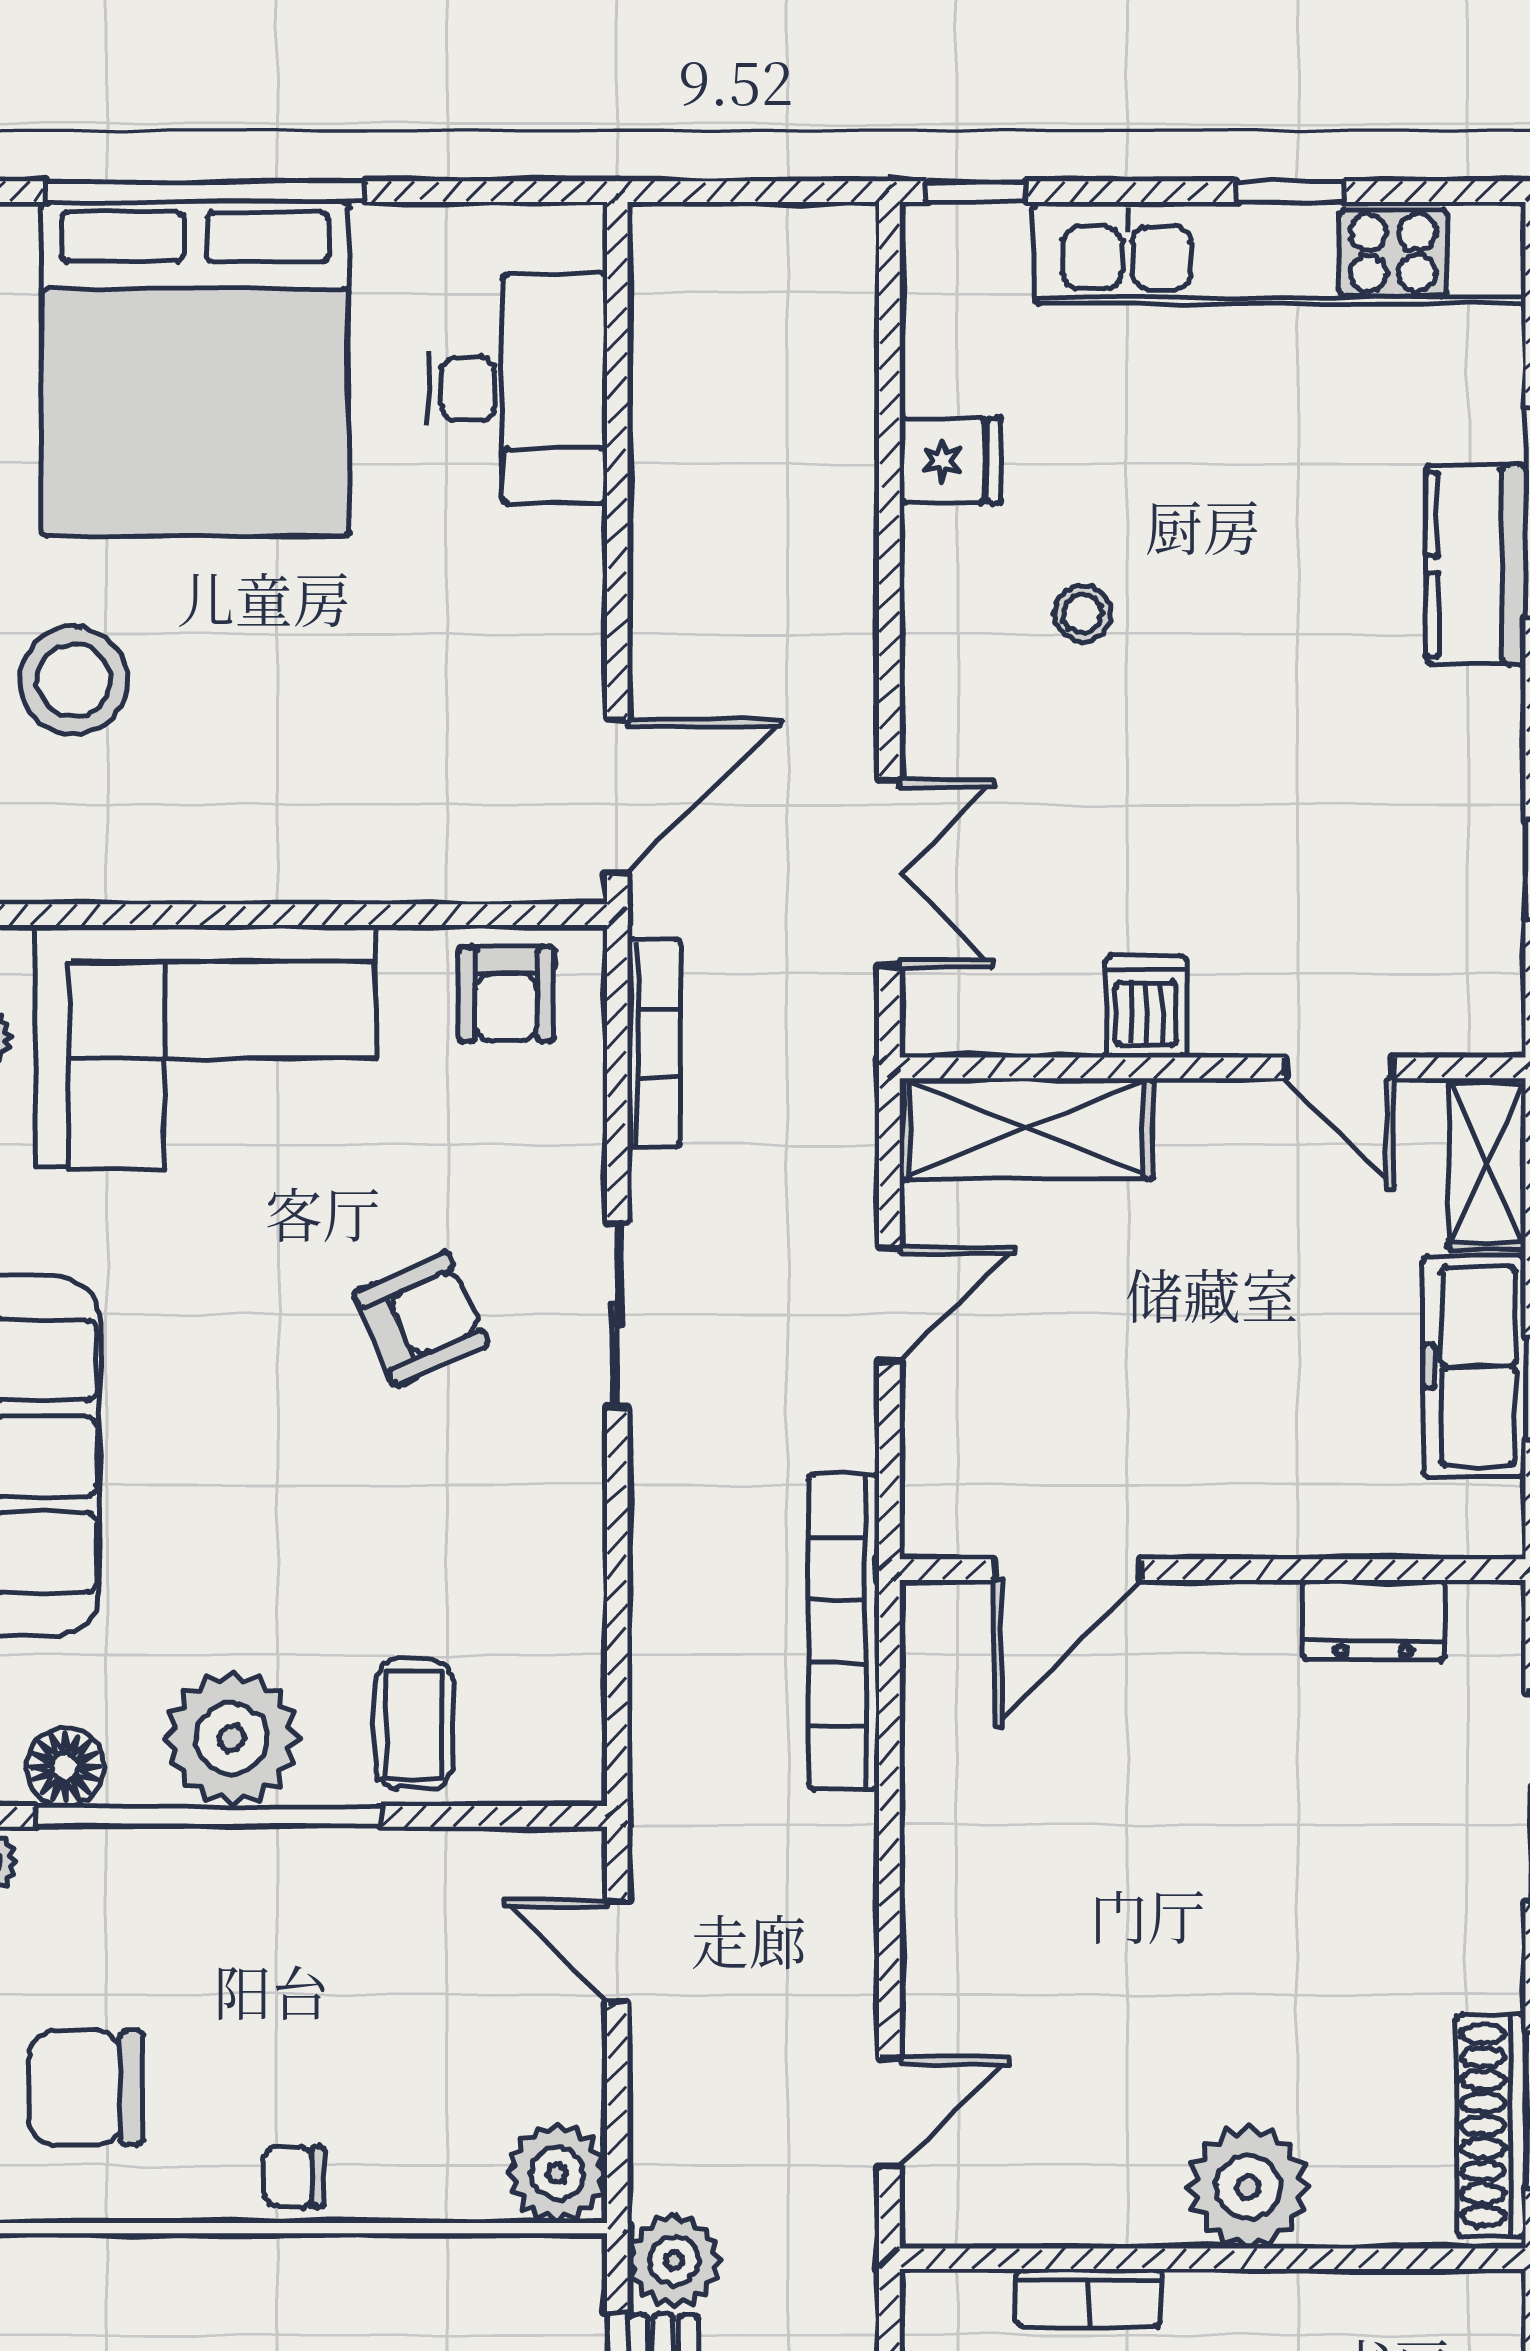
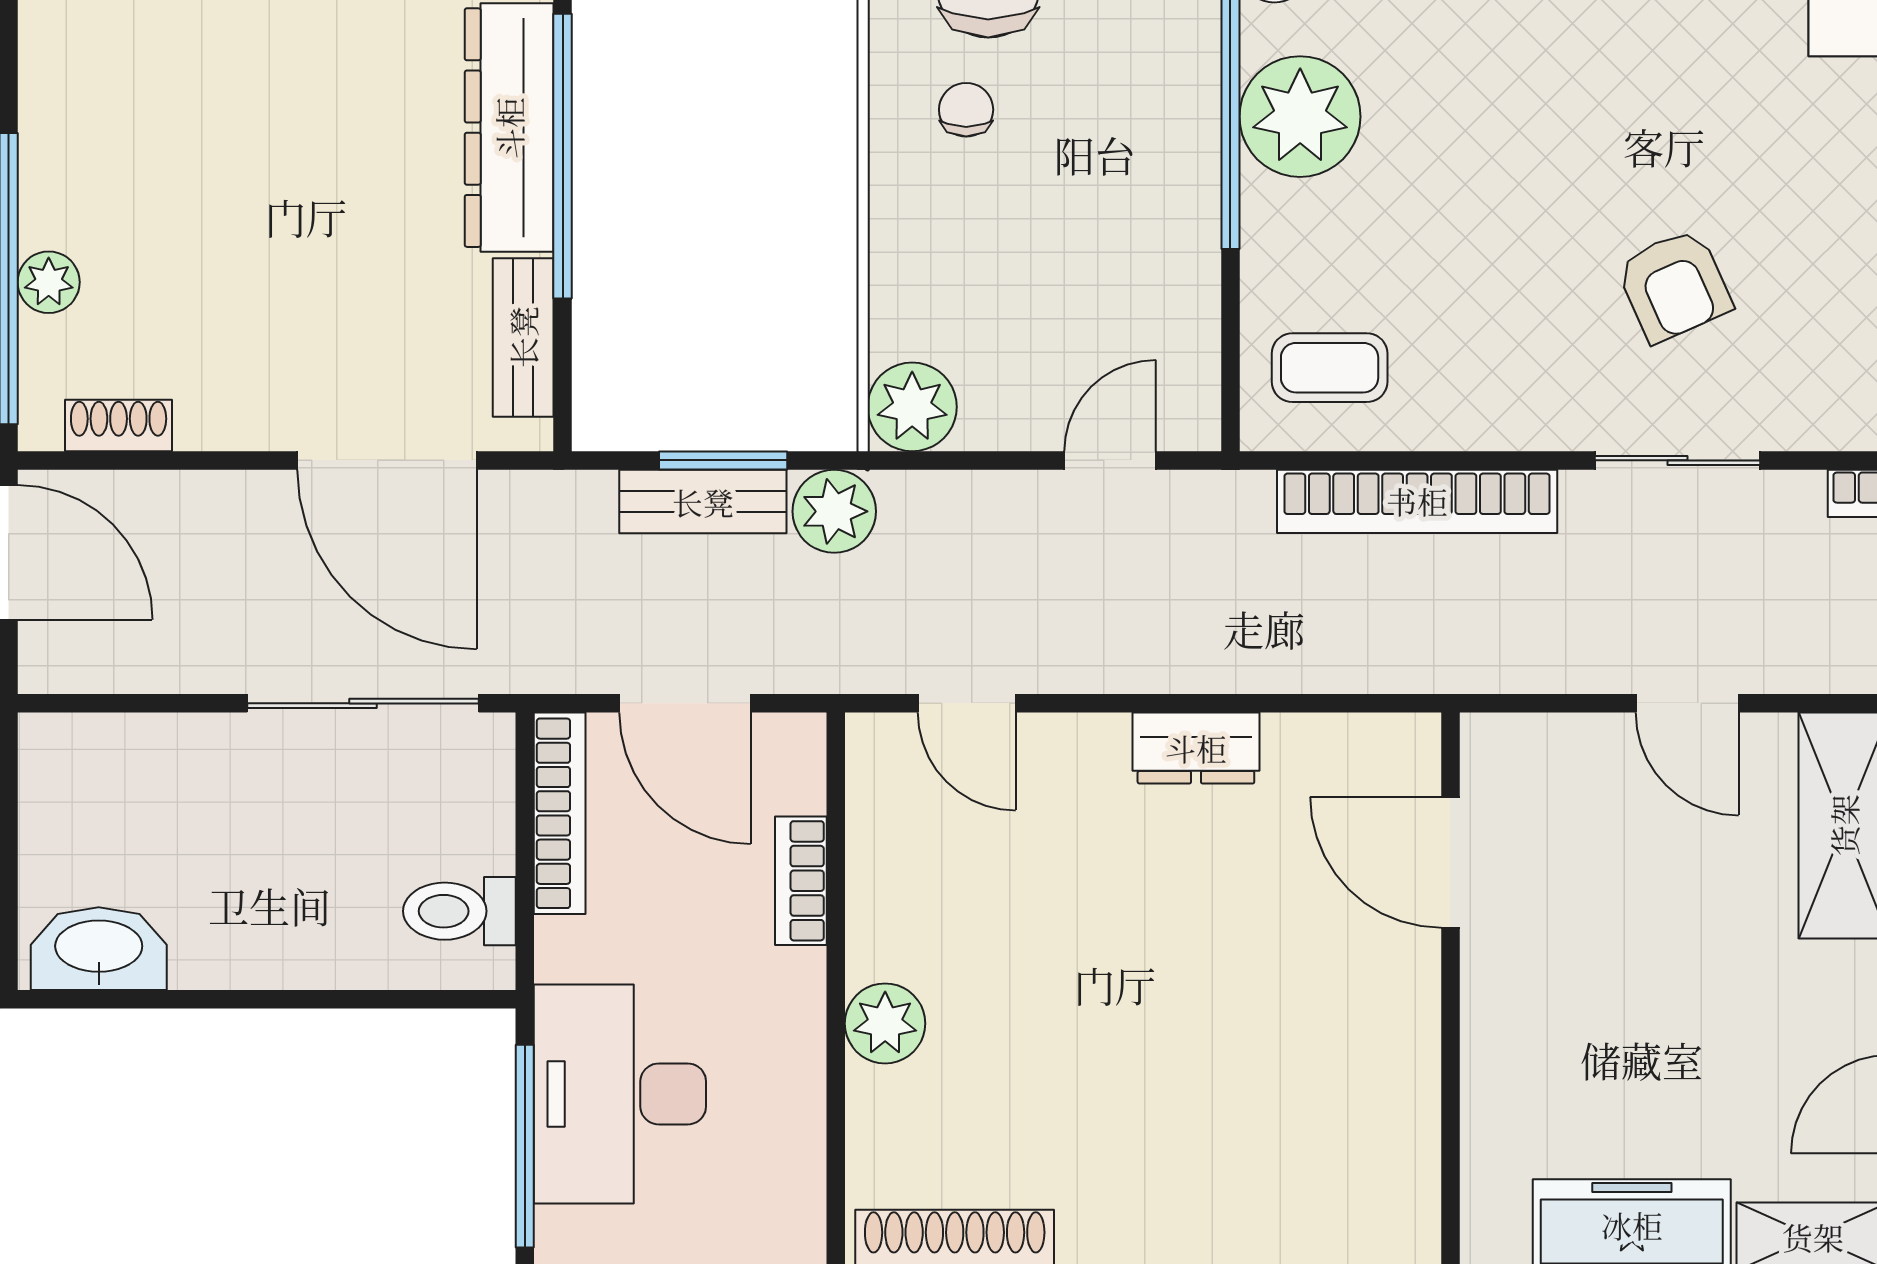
dresser: (1374, 1620) -> (1196, 748), moved, turned -90
bookcase: (844, 1632) -> (1417, 501), moved, turned 180
coffee table: (414, 1724) -> (1330, 368), moved
chair: (294, 2177) -> (966, 110), moved
plant: (1248, 2187) -> (885, 1023), width x0.73, depth x0.73

